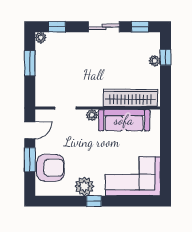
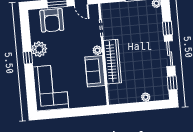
window: (57, 27) -> (167, 28), moved
window: (166, 57) -> (149, 106), removed
wardrobe: (131, 98) -> (112, 62), moved
sofa: (124, 120) -> (95, 71), width x0.73

